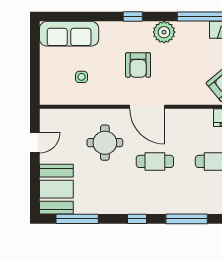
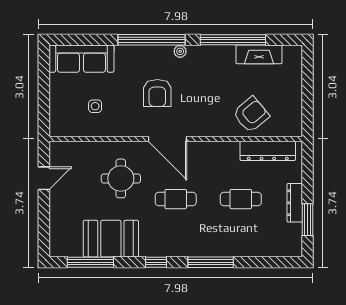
window: (133, 16) -> (152, 40), width x3.17
plant: (164, 32) -> (180, 51), width x0.53, depth x0.53
booth: (56, 189) -> (111, 239), moved, turned 90

